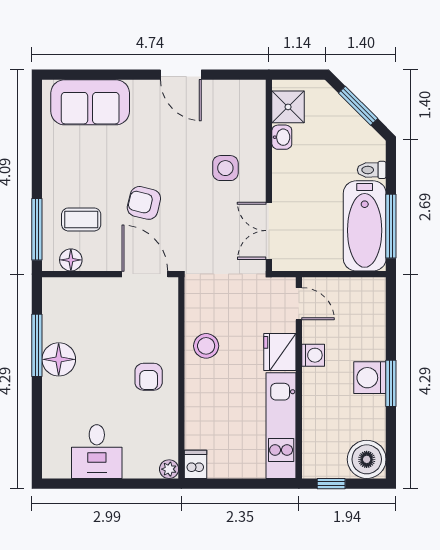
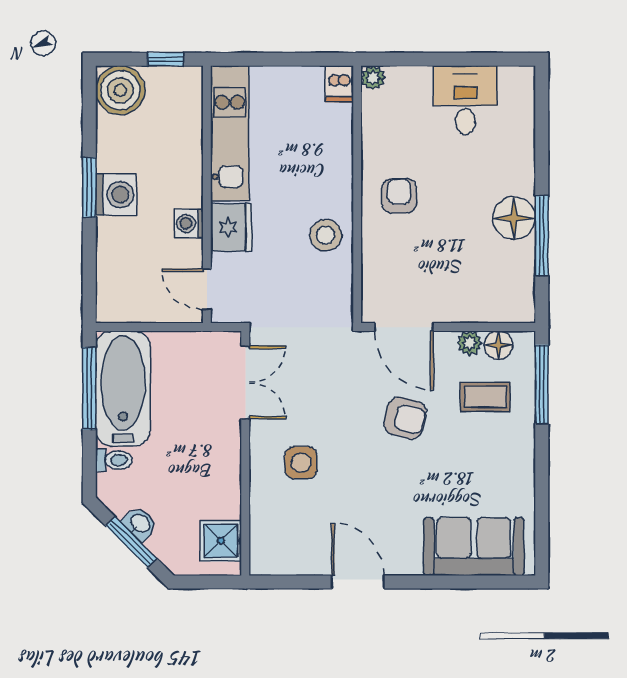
washbasin: (282, 137) -> (140, 524), moved, turned 135
plant: (94, 262) -> (470, 343), added

